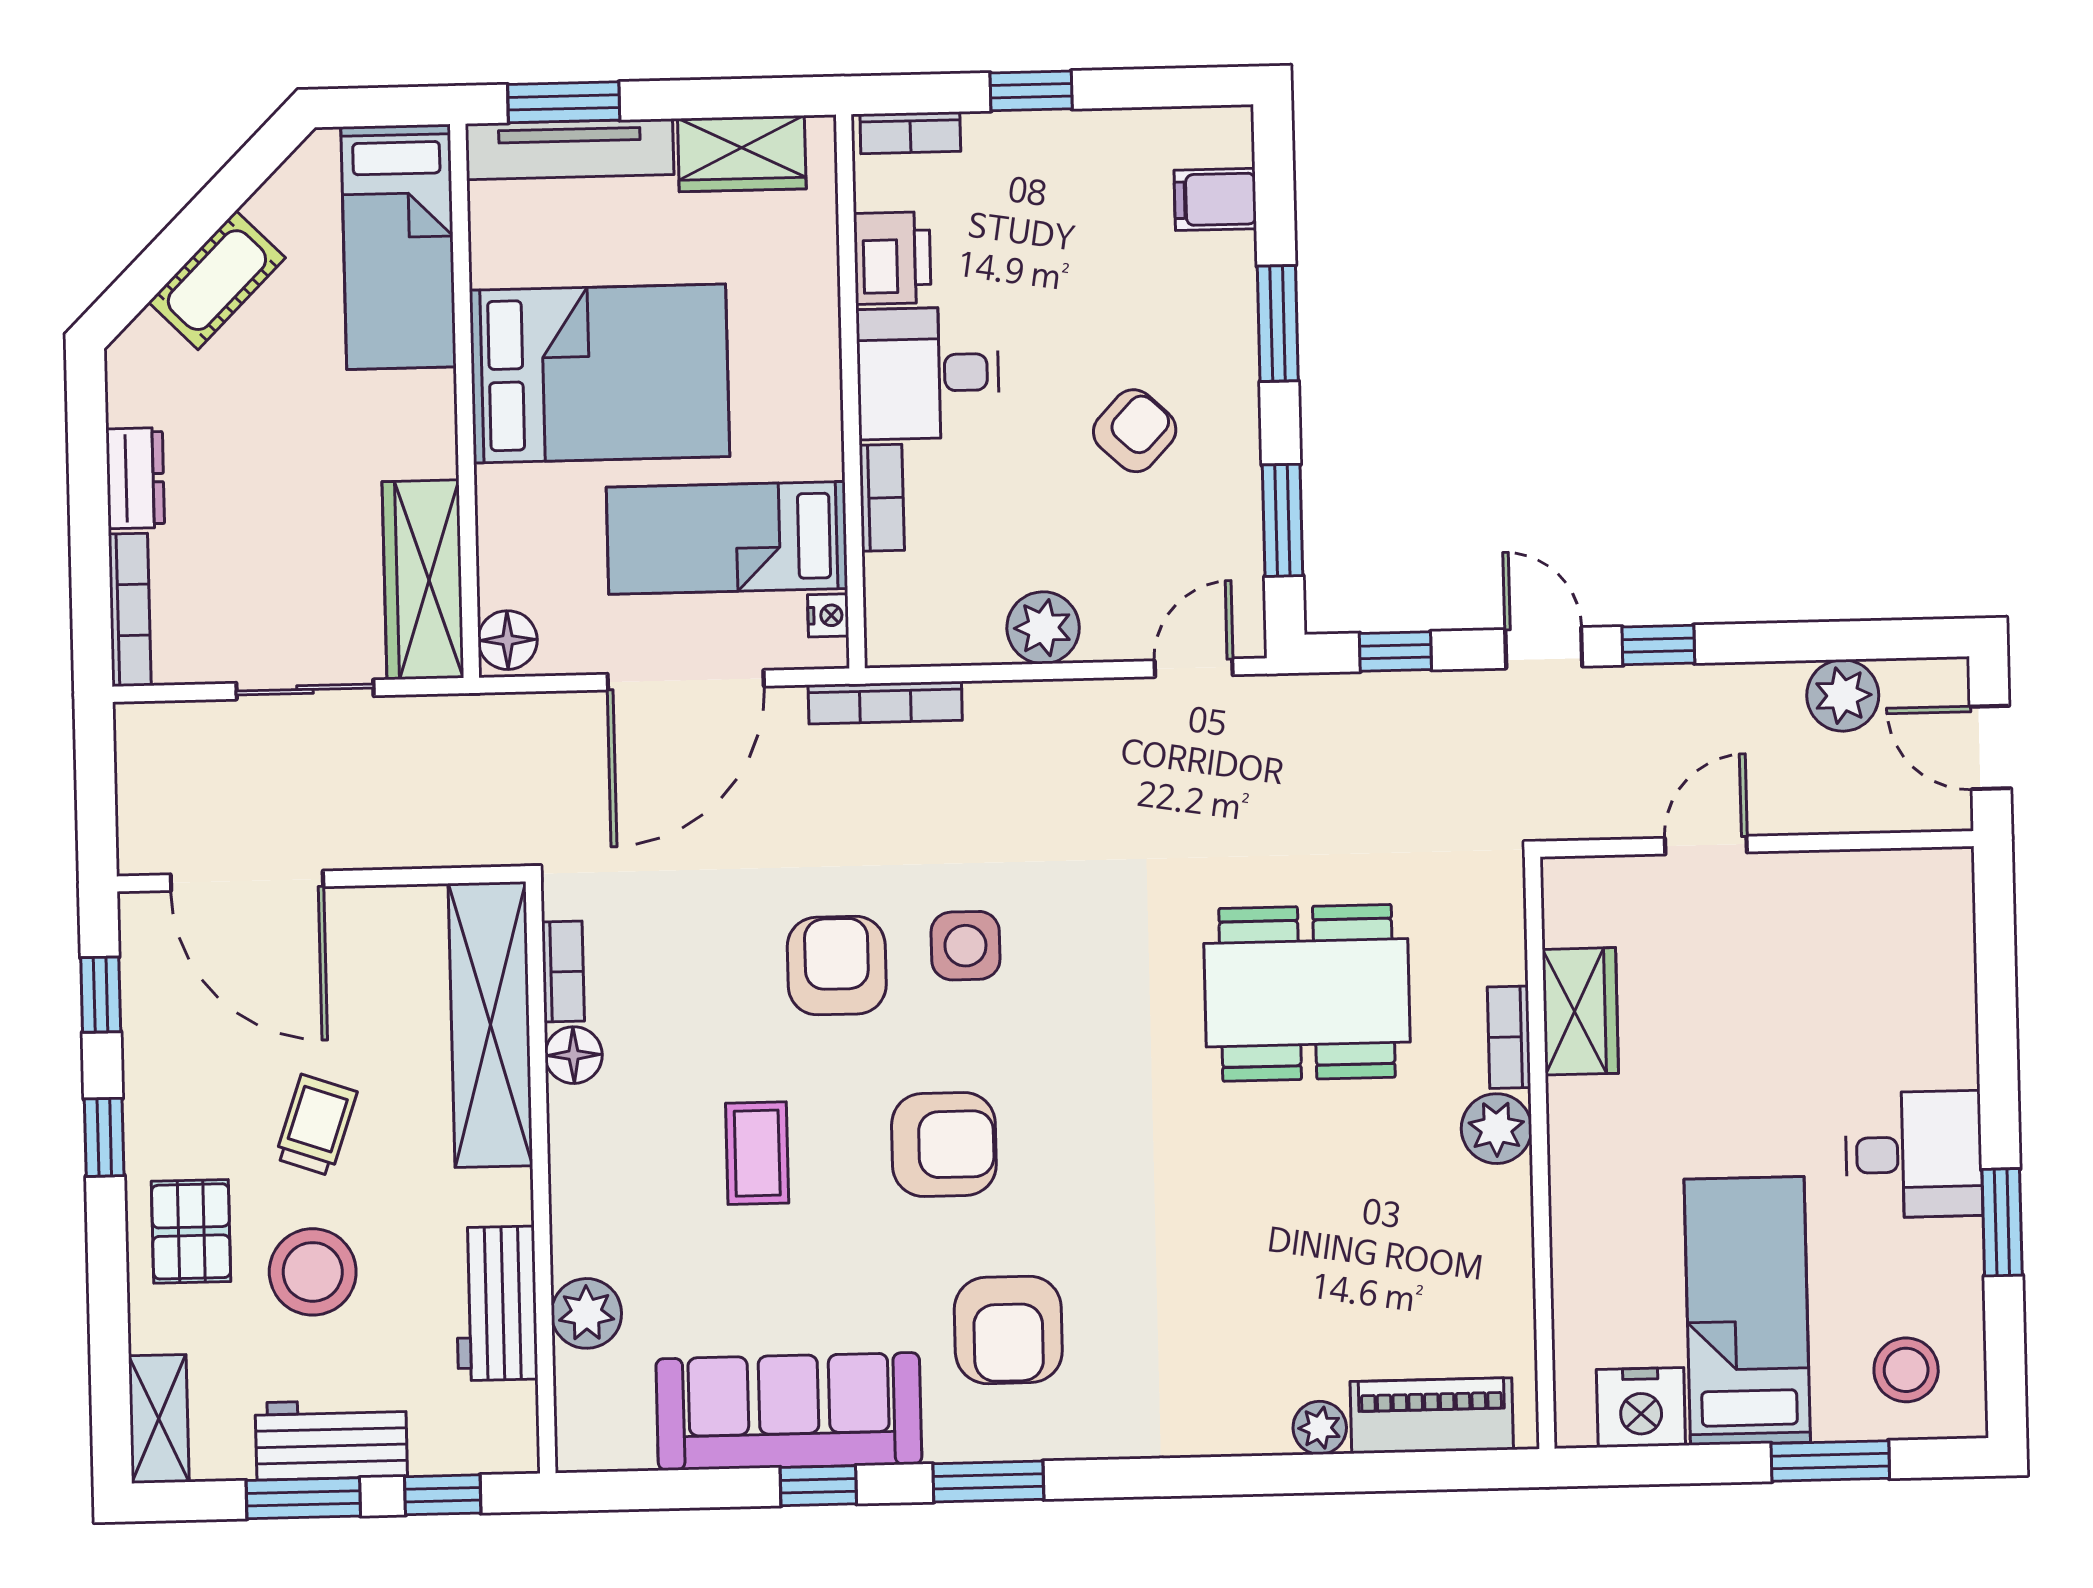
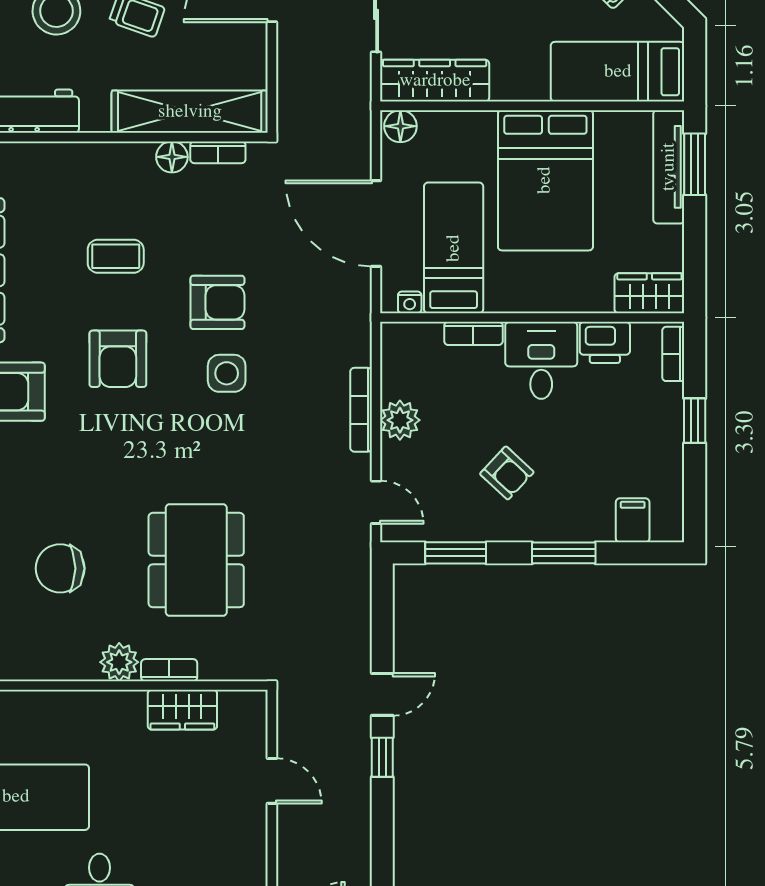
wardrobe: (742, 154) -> (649, 293), moved, turned 90
window: (1395, 651) -> (382, 613), removed
plant: (1843, 695) -> (352, 858), removed
bookcase: (885, 703) -> (361, 410), moved
chair: (1328, 1240) -> (60, 568), added
plant: (586, 1313) -> (30, 160), removed

